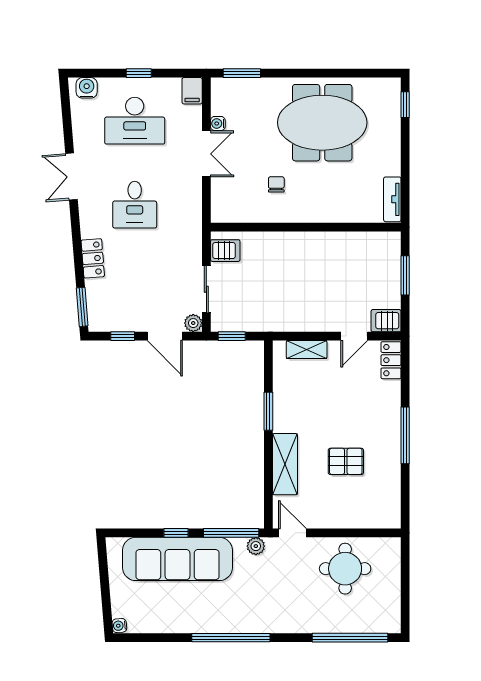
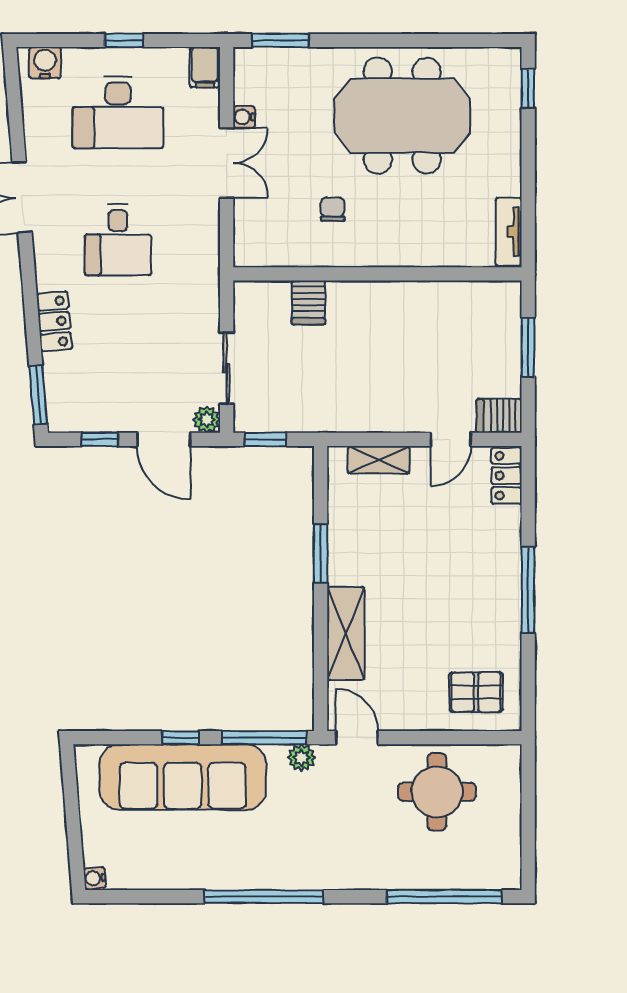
server rack: (225, 251) -> (308, 303), moved, turned 90
pallet: (346, 461) -> (476, 692), moved

